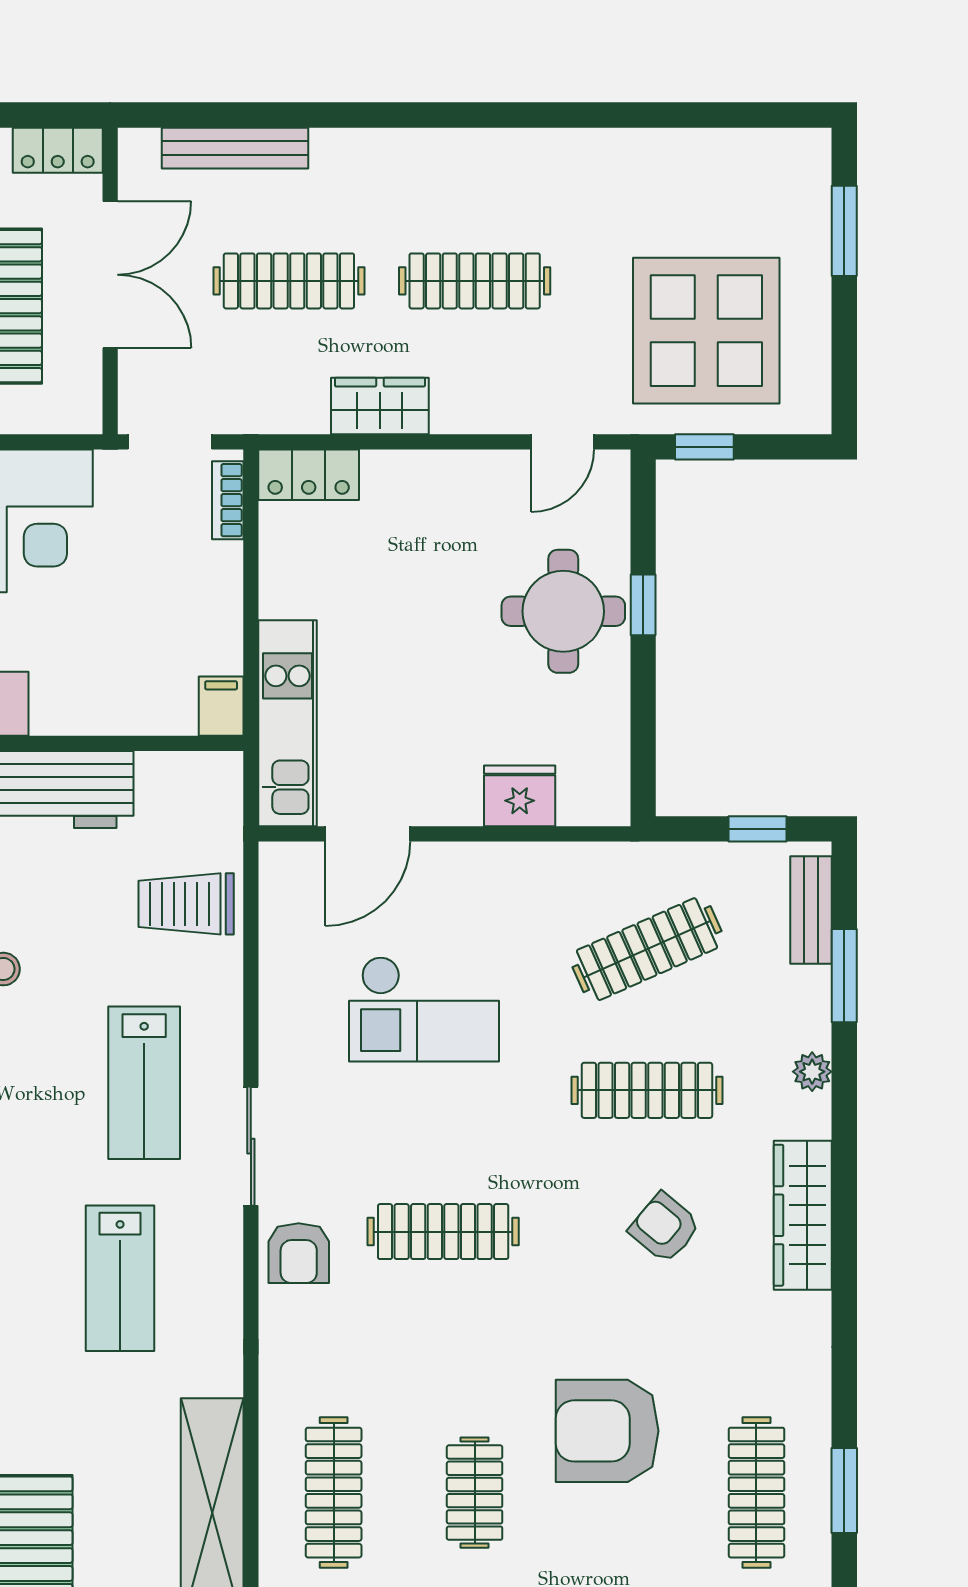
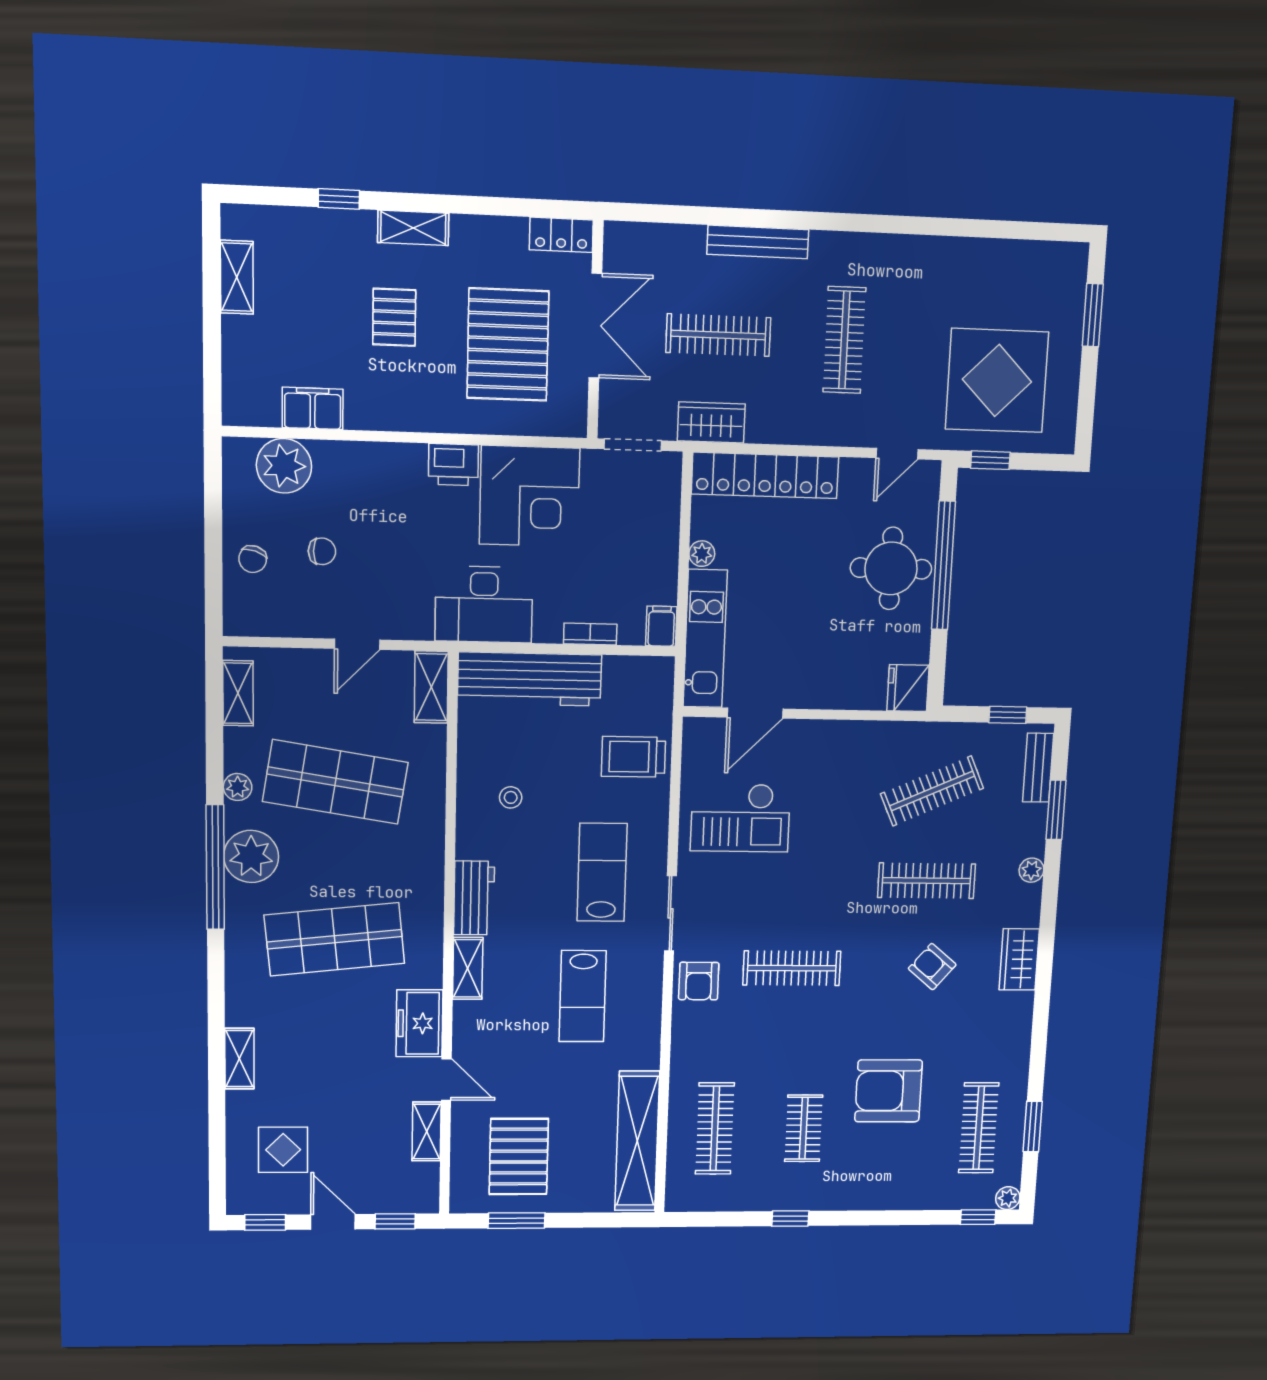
bench: (235, 148) -> (758, 242), moved
clothes rail: (475, 281) -> (844, 340), turned 90
wardrobe: (380, 406) -> (711, 422), moved
locker: (309, 475) -> (765, 475), width x2.16, depth x1.21
bookcase: (228, 500) -> (590, 634), moved, turned 90
plant: (277, 597) -> (702, 554), added
window: (643, 605) -> (943, 566), width x3.17
fridge: (520, 796) -> (908, 688), moved, turned -90
checkout: (424, 1009) -> (740, 818), moved
lab bench: (144, 1083) -> (602, 872), turned 180
wardrobe: (803, 1215) -> (1019, 959), width x0.67

